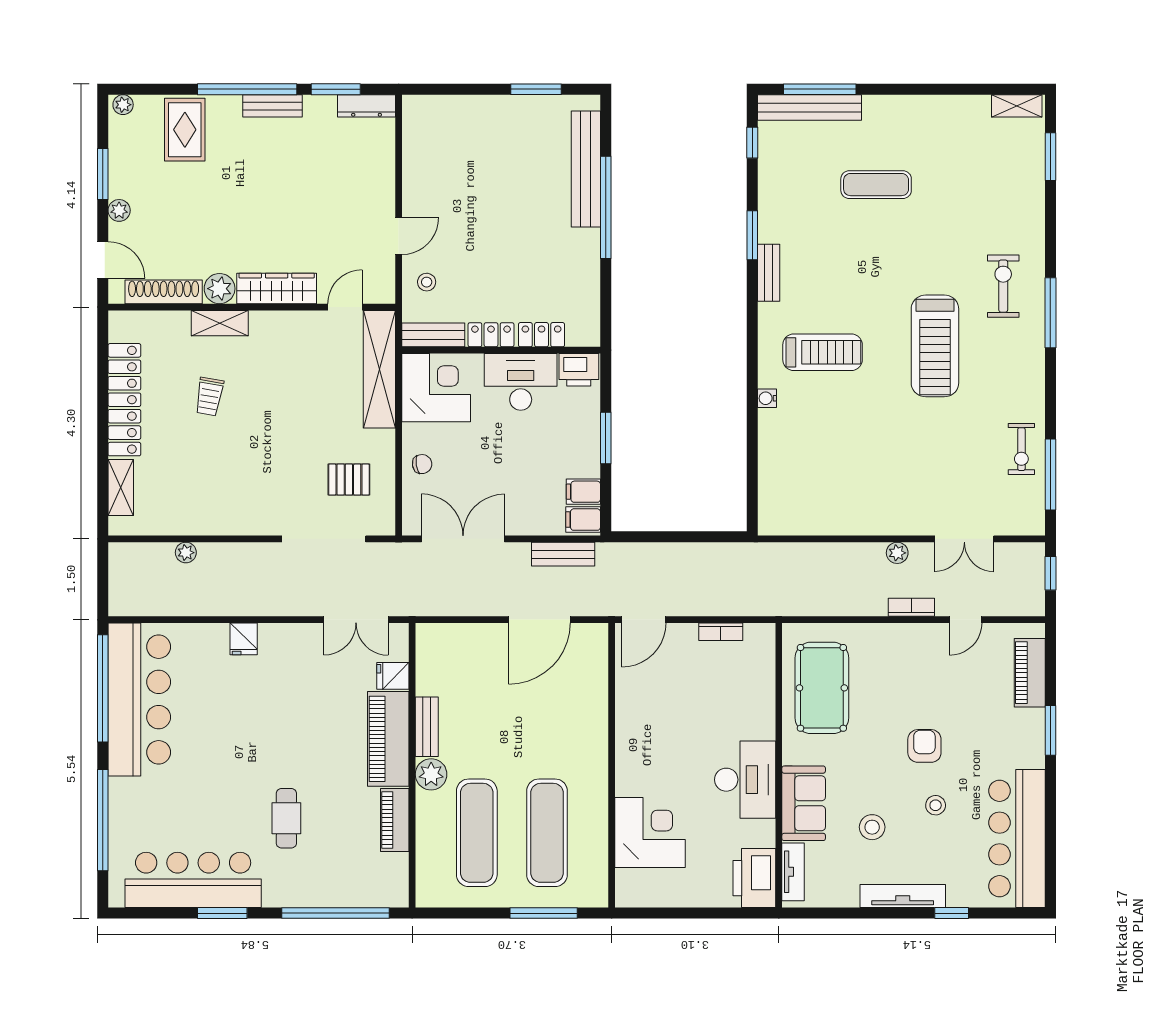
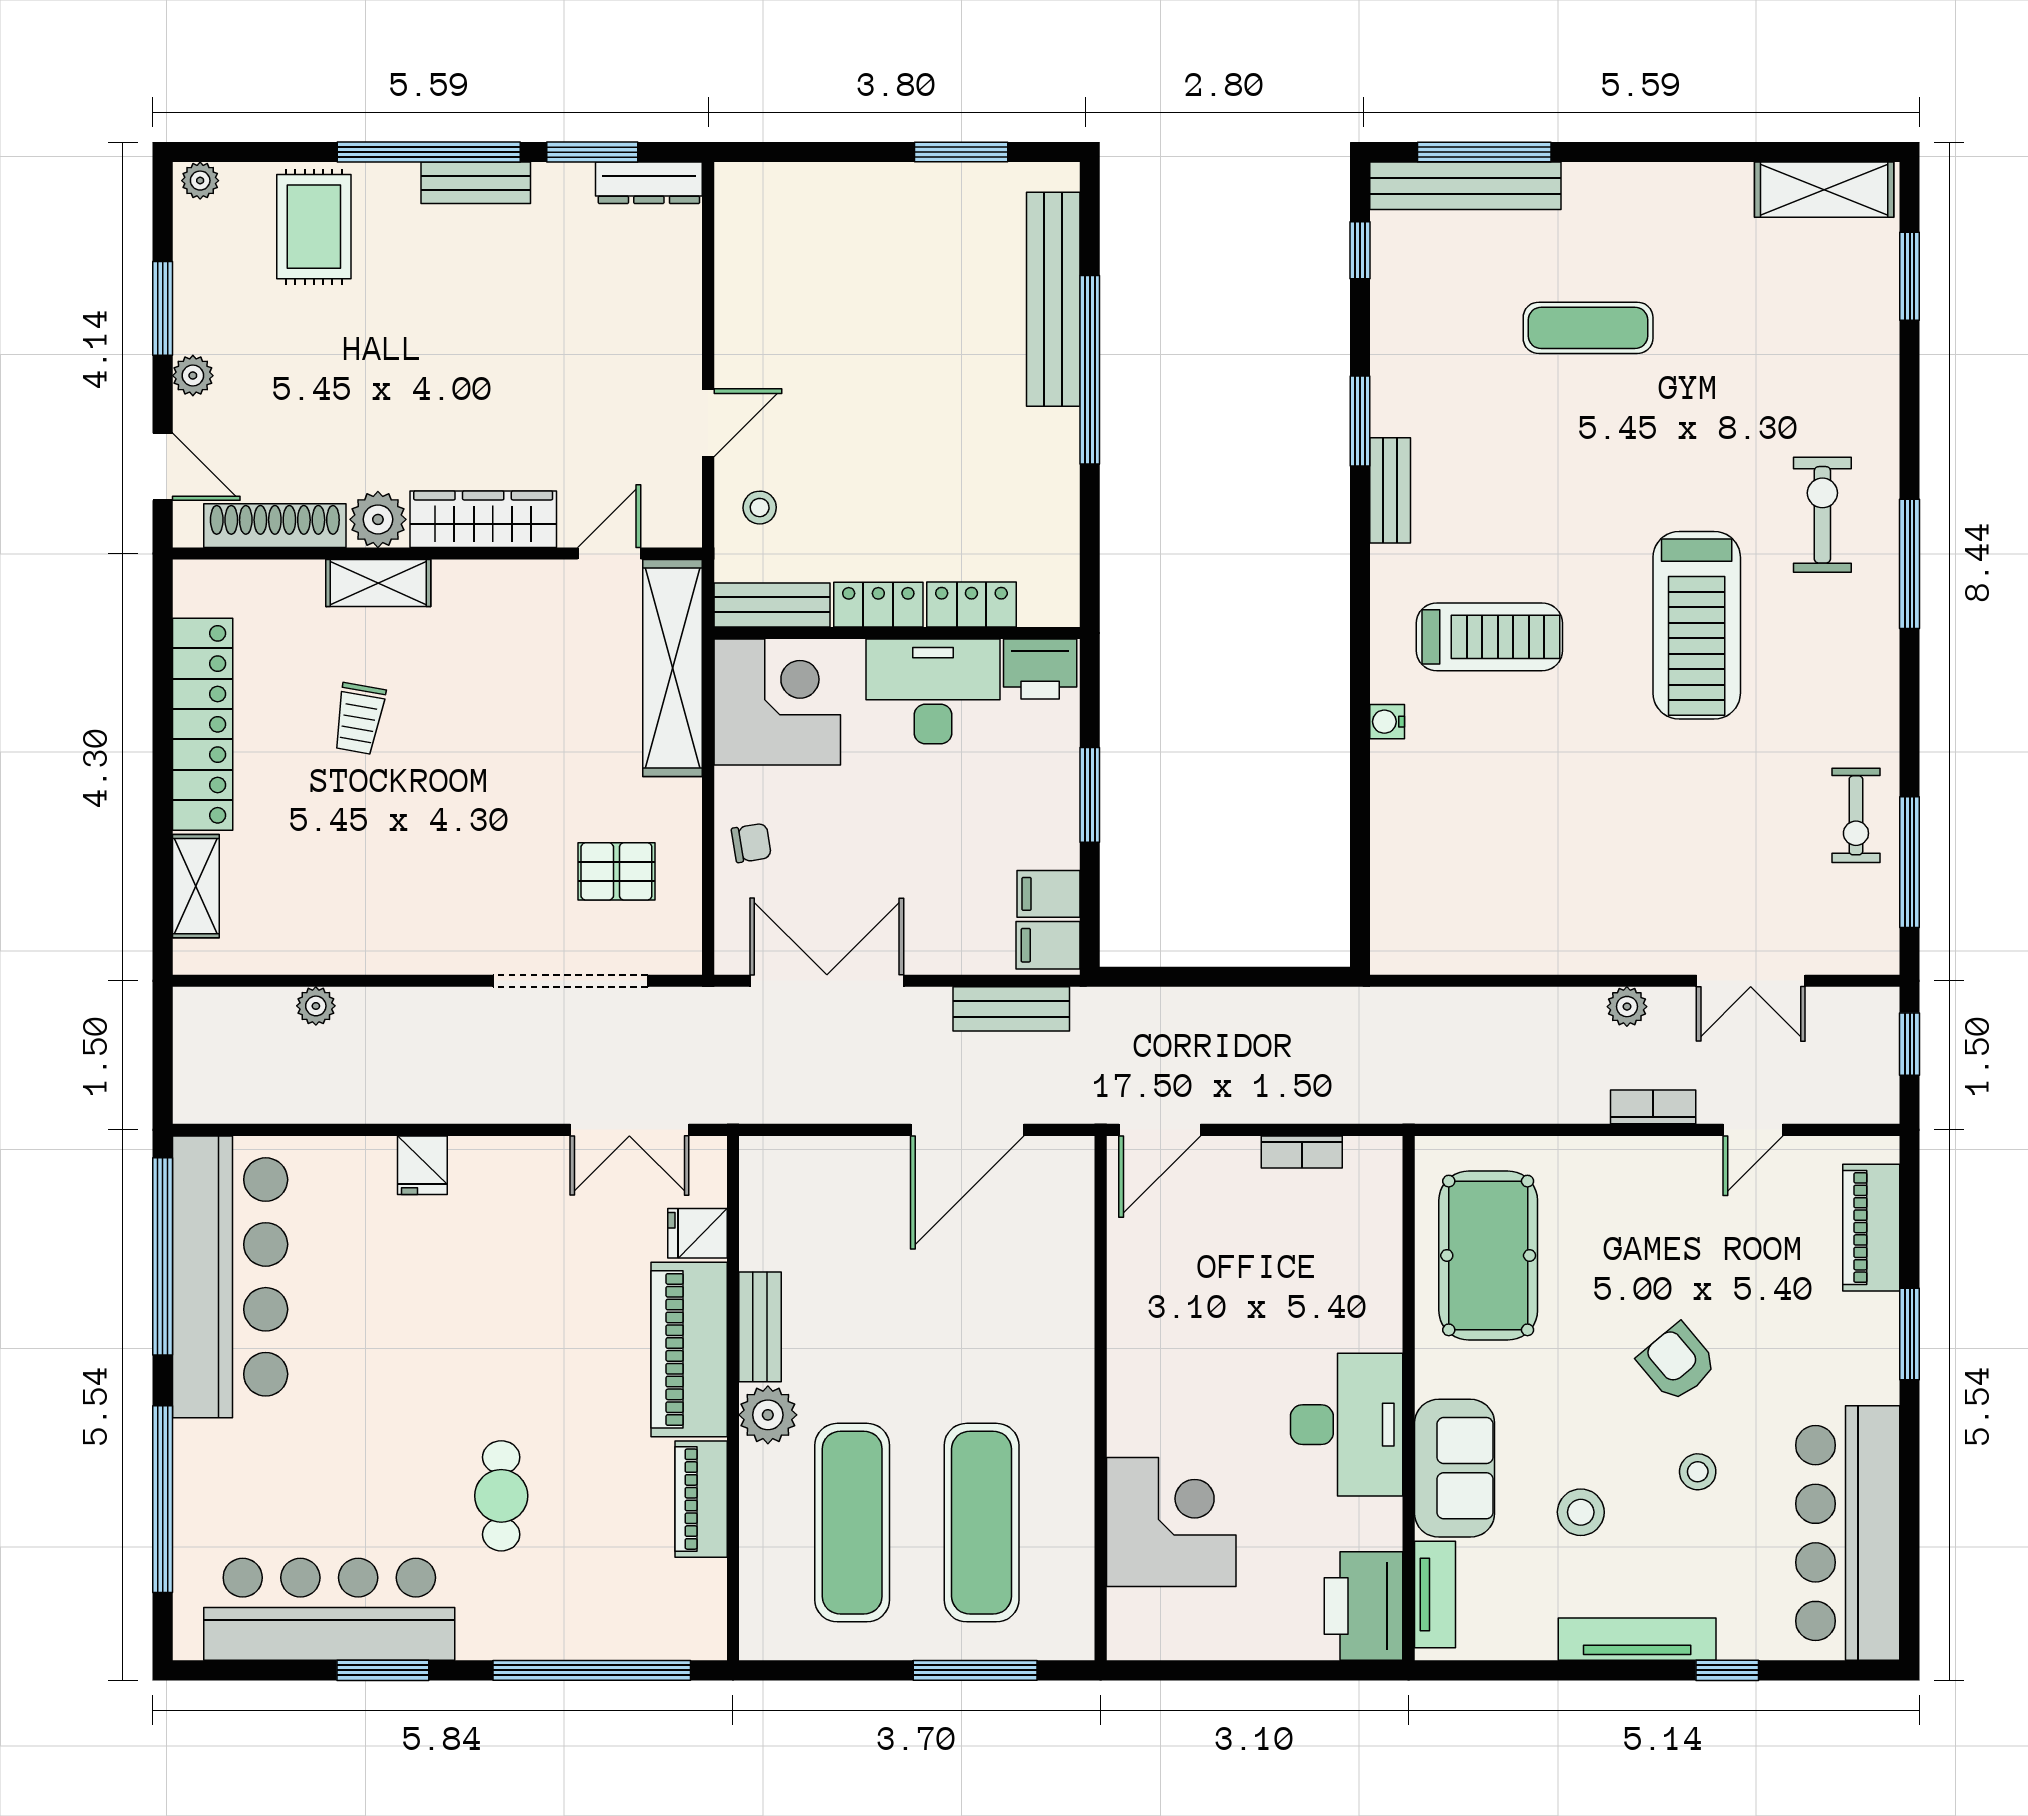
shelving: (1017, 106) -> (1824, 190), width x1.50, depth x1.33
armchair: (924, 746) -> (1677, 1362), turned -40

